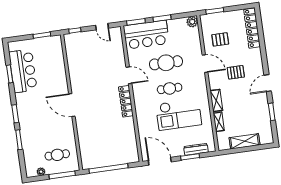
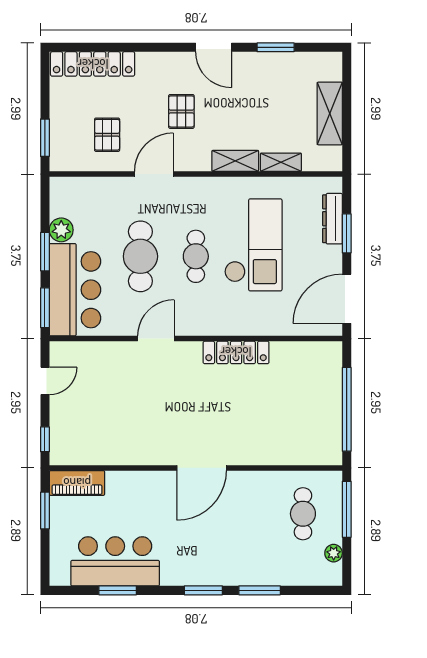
plant: (192, 22) -> (61, 230), moved
piano: (57, 48) -> (77, 483), added
locker: (126, 101) -> (236, 352), moved

